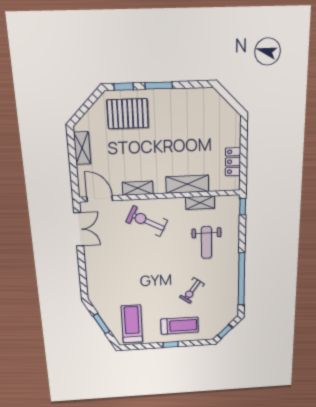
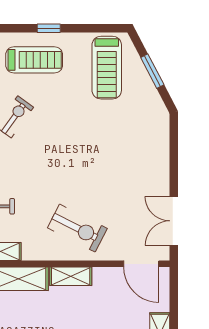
shelving: (138, 188) -> (71, 276), moved
treadmill: (180, 326) -> (34, 60), turned 180

